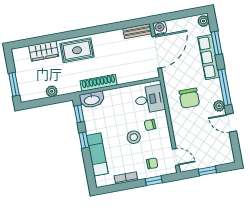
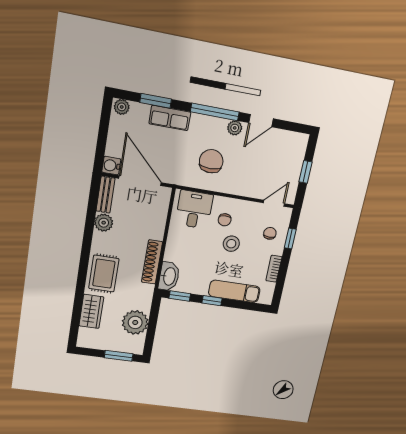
plant: (116, 37) -> (104, 223), added
row of seats: (209, 57) -> (170, 118), width x0.68
plant: (52, 91) -> (135, 322), width x1.88, depth x1.88
chair: (189, 98) -> (211, 161), turned -90

